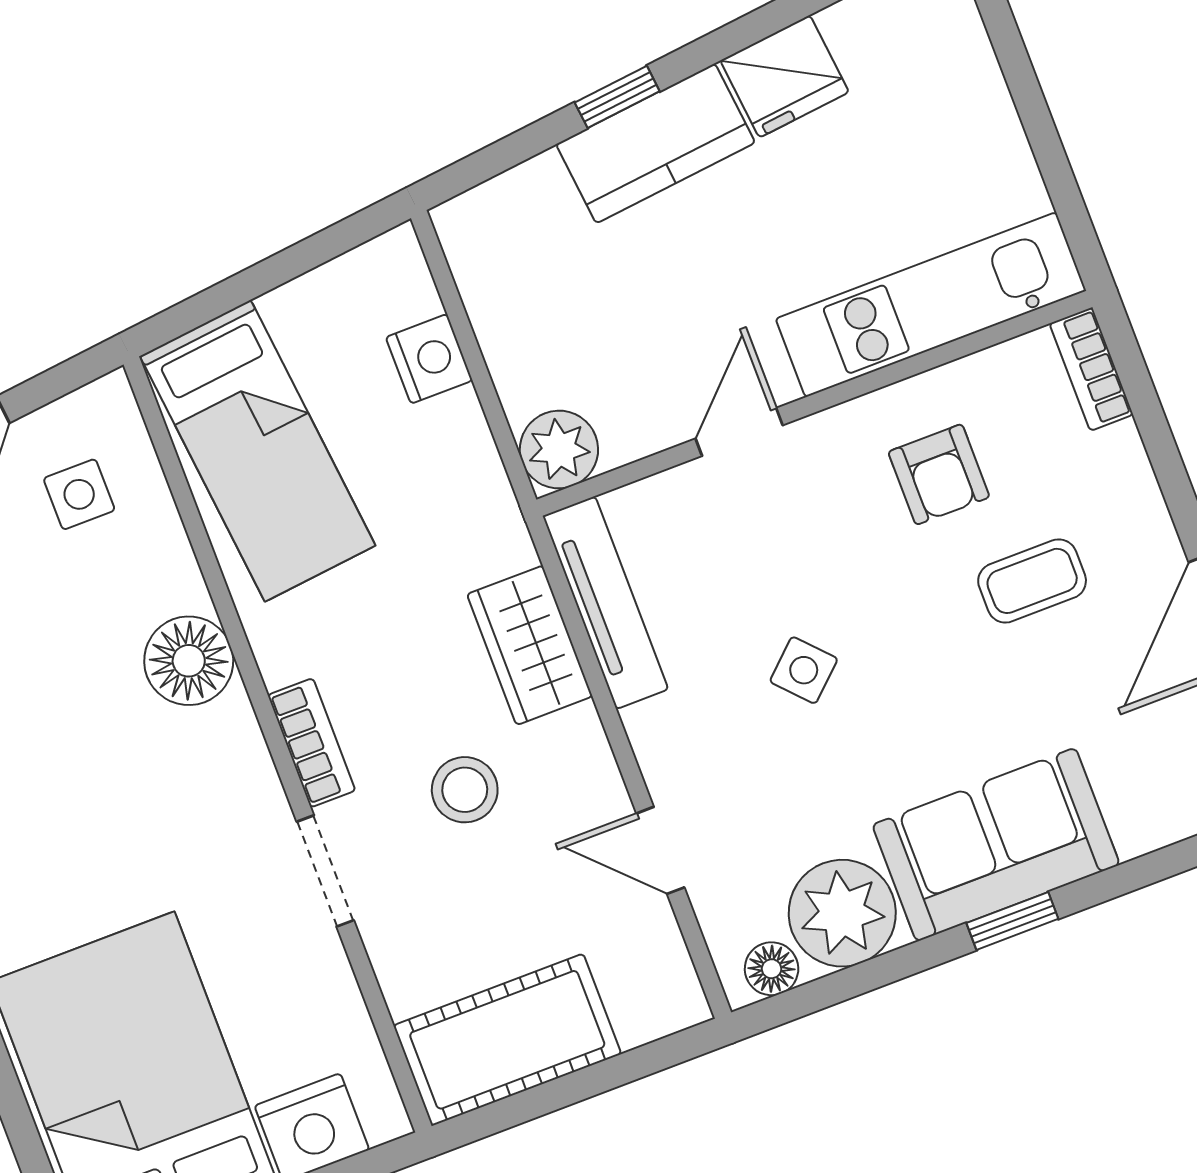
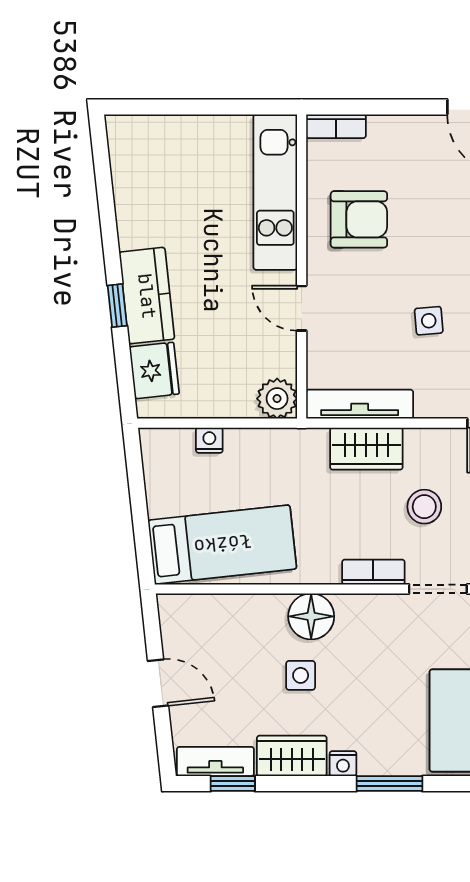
fridge: (785, 76) -> (154, 370), moved
nightstand: (429, 359) -> (209, 440), width x0.72, depth x0.74
armchair: (939, 474) -> (359, 219), width x1.38, depth x1.38
side table: (79, 494) -> (301, 675), moved
coffee table: (1032, 581) -> (428, 194), removed
side table: (804, 670) -> (429, 321), turned 38

